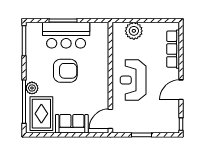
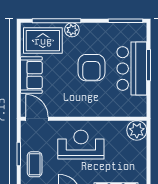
plant: (134, 31) -> (137, 130), moved
coffee table: (151, 121) -> (35, 164), added

